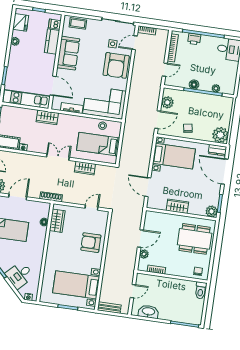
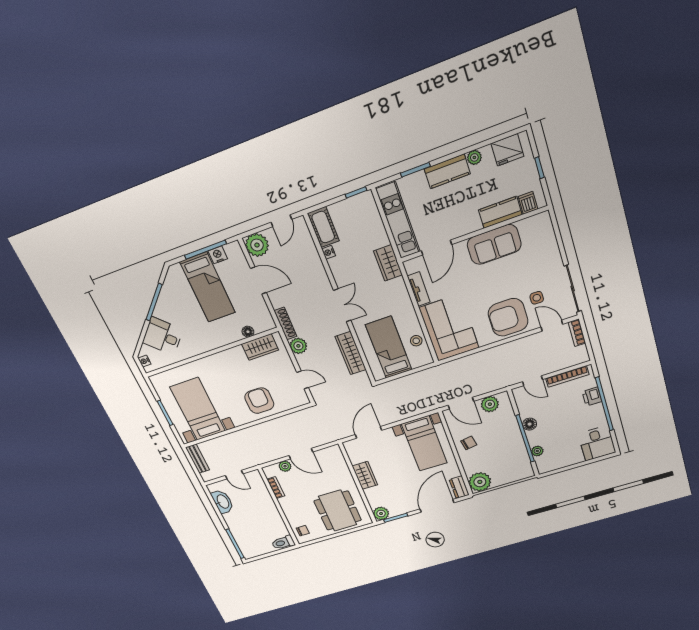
coffee table: (78, 23) -> (544, 235), removed
kitchen counter: (15, 59) -> (447, 171), added
wardrobe: (85, 168) -> (351, 353), width x1.50
plant: (69, 197) -> (298, 346), added

